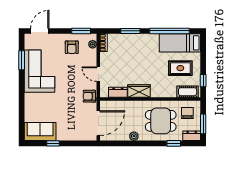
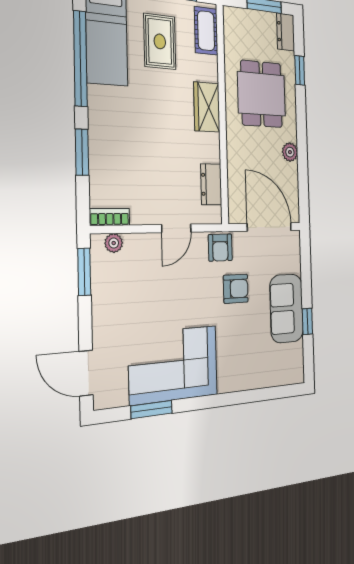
armchair: (72, 47) -> (236, 289), moved
wardrobe: (139, 91) -> (207, 107), moved
chair: (187, 113) -> (246, 36), removed
sofa: (40, 132) -> (287, 308), moved

